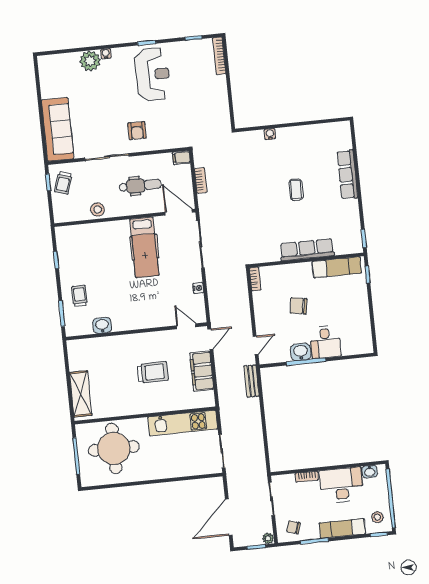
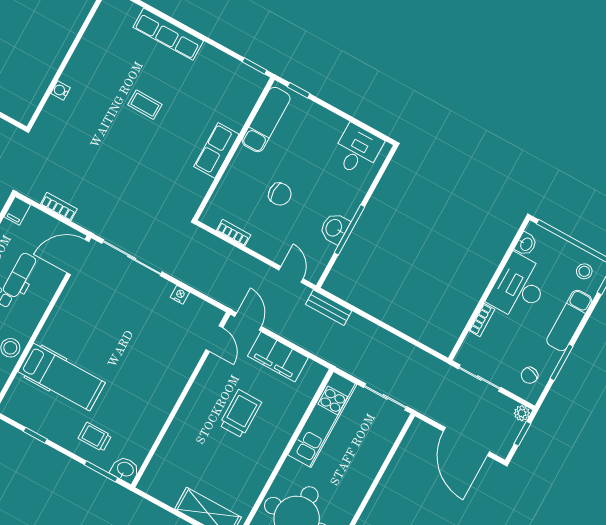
hospital bed: (144, 247) -> (62, 377), moved
row of seats: (307, 250) -> (216, 150), width x0.68
bookcase: (255, 279) -> (234, 233), moved
chair: (298, 306) -> (280, 194), turned -100
washbasin: (102, 325) -> (125, 470), moved, turned 90
door: (186, 326) -> (214, 339), swing flipped
desk: (325, 342) -> (357, 150), moved, turned -90

